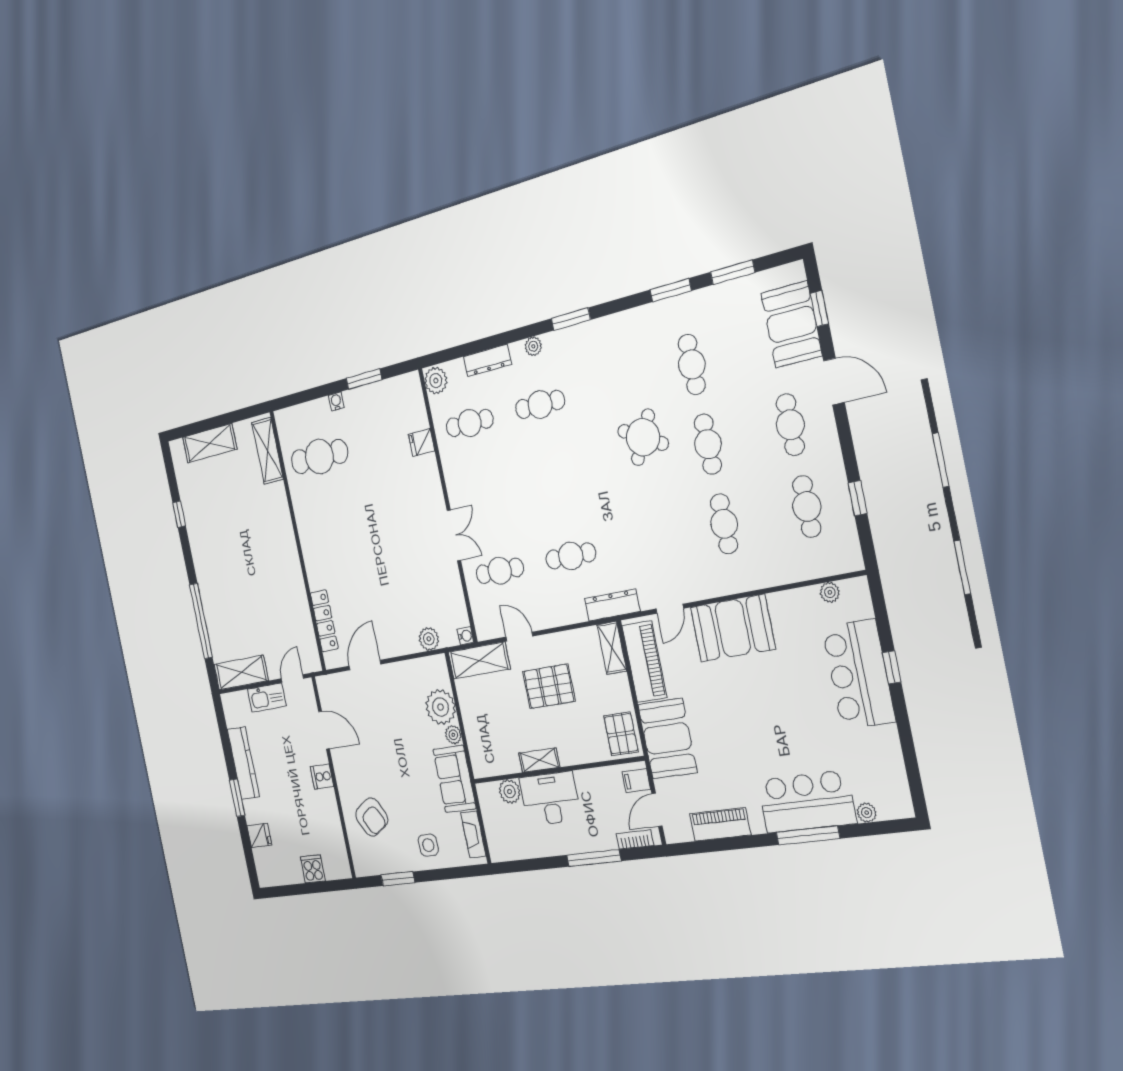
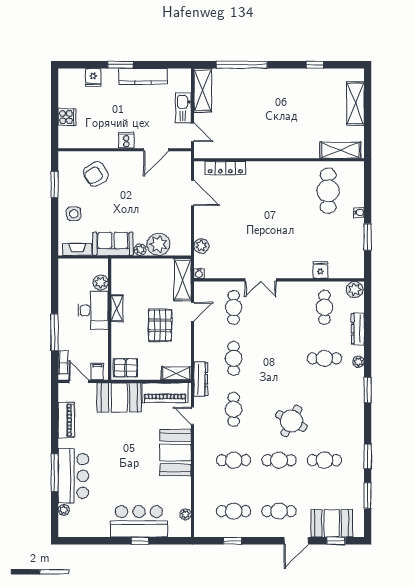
cafe table: (540, 404) -> (324, 358), turned 90
cafe table: (645, 540) -> (234, 409), added

